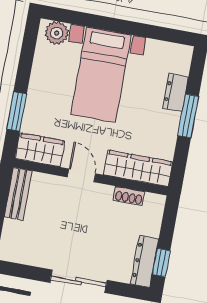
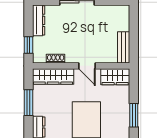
window: (17, 111) -> (134, 115), moved
window: (188, 116) -> (28, 103), moved
window: (161, 263) -> (28, 45), moved

